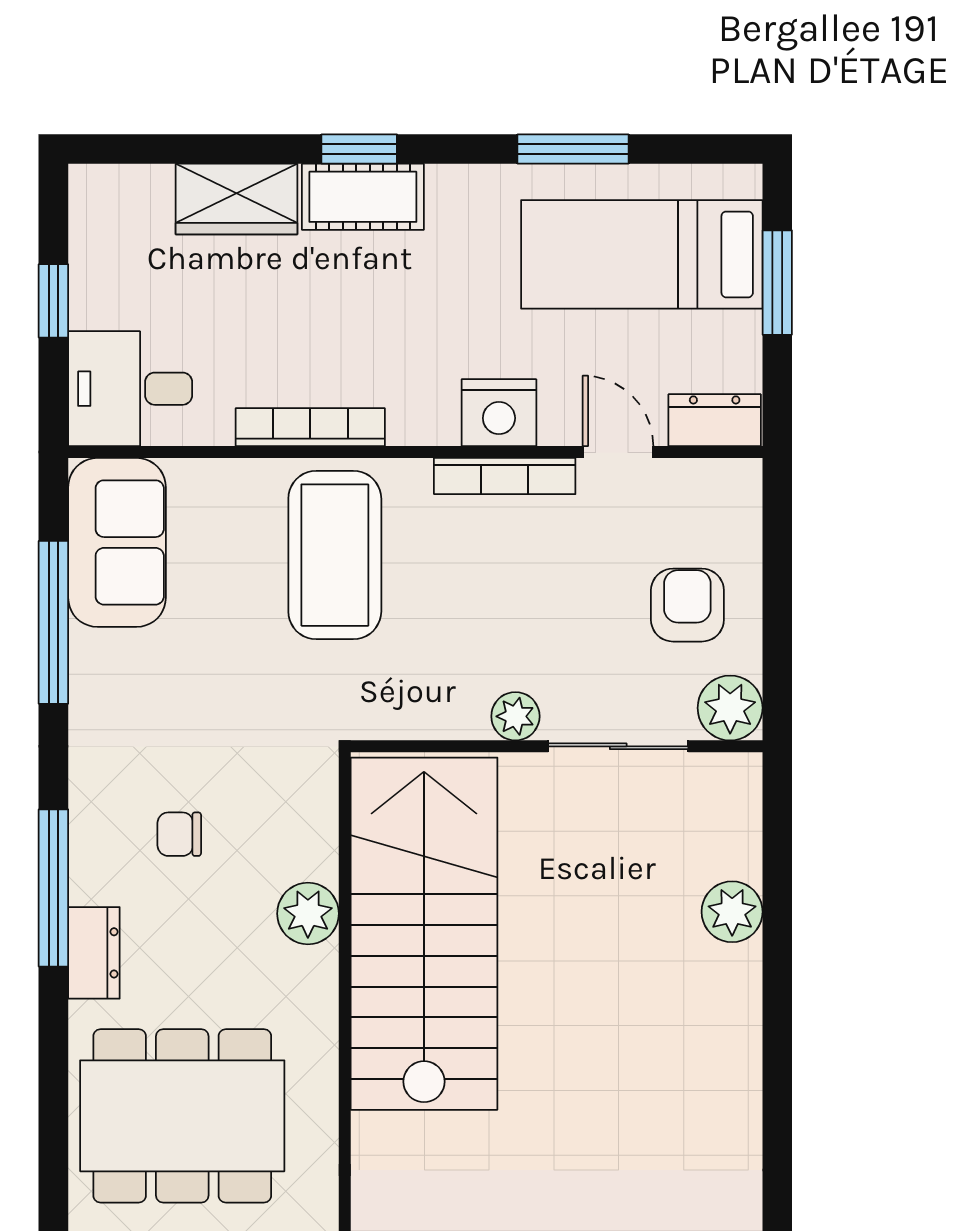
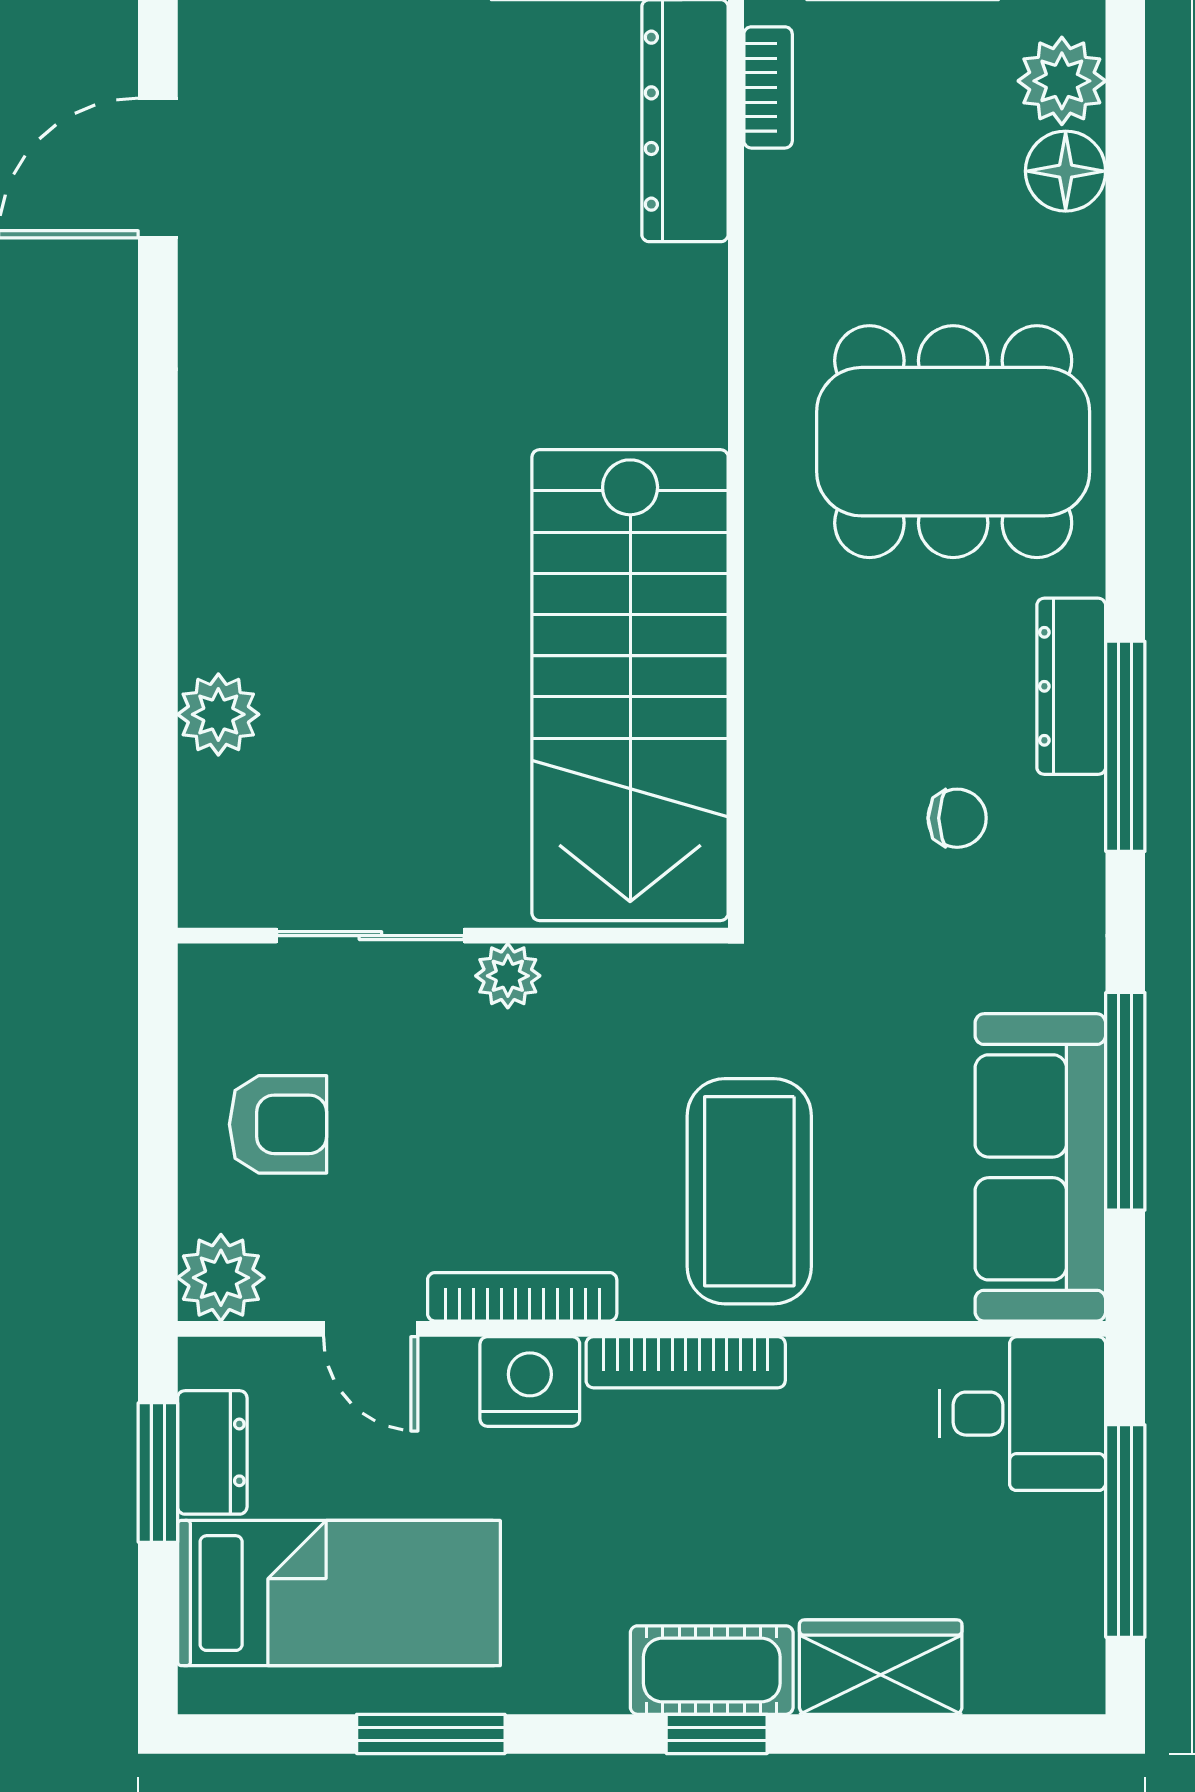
window: (777, 283) -> (158, 1473), moved
window: (53, 301) -> (1125, 1531), width x2.17
dresser: (715, 420) -> (212, 1452), moved, turned -90
bookcase: (310, 427) -> (686, 1362), moved
sofa: (117, 542) -> (1040, 1167), width x1.36
armchair: (687, 605) -> (278, 1124), turned -90
plant: (730, 708) -> (221, 1278), moved
plant: (308, 914) -> (785, 712), removed
dresser: (94, 953) -> (1071, 686), width x1.44

